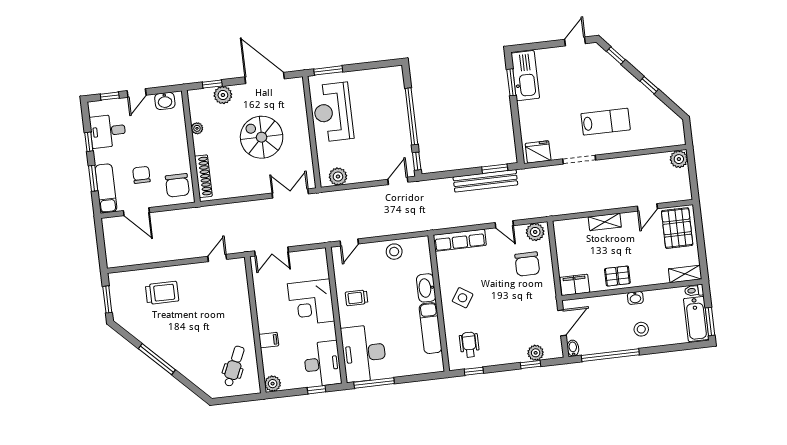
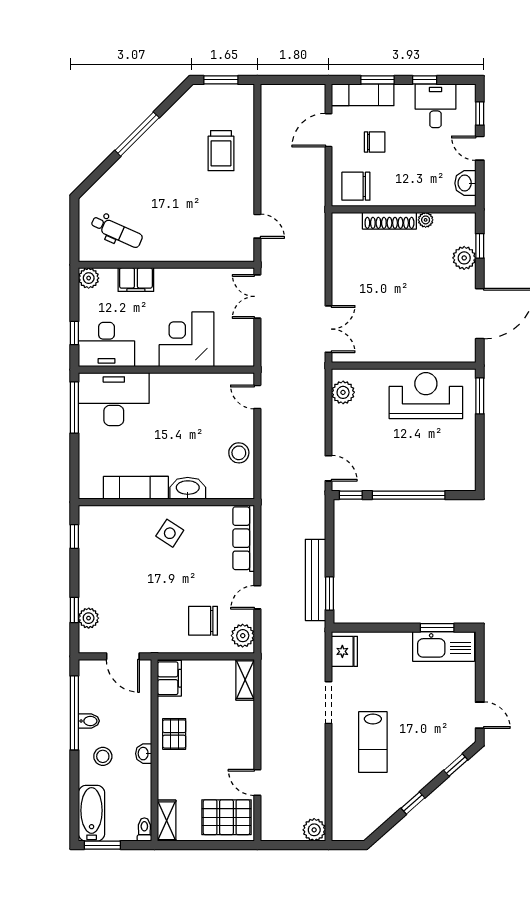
spiral stairs: (262, 137) -> (405, 301), removed
shoe rack: (203, 176) -> (389, 221), moved
shelving: (605, 222) -> (245, 680), moved
trolley: (357, 298) -> (186, 398), removed
bathtub: (696, 319) -> (92, 813), moved, turned 90
filing cabinet: (269, 340) -> (136, 280), width x2.00
wheelchair: (469, 345) -> (109, 535), removed
bidet: (573, 348) -> (89, 721), moved

